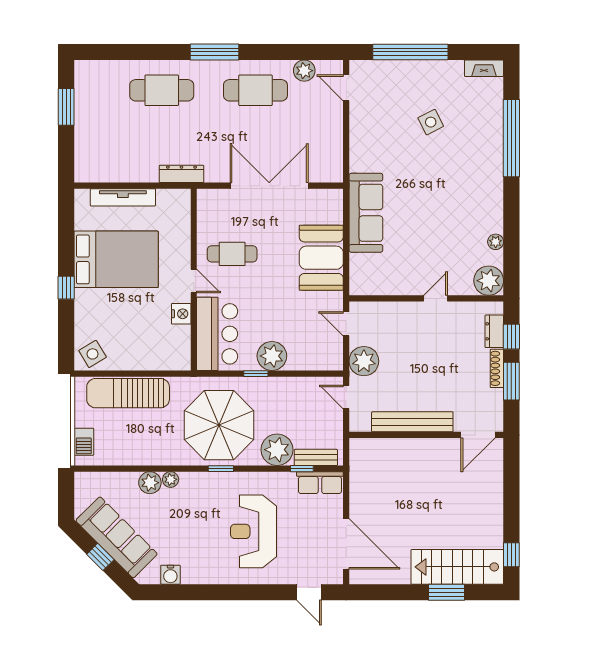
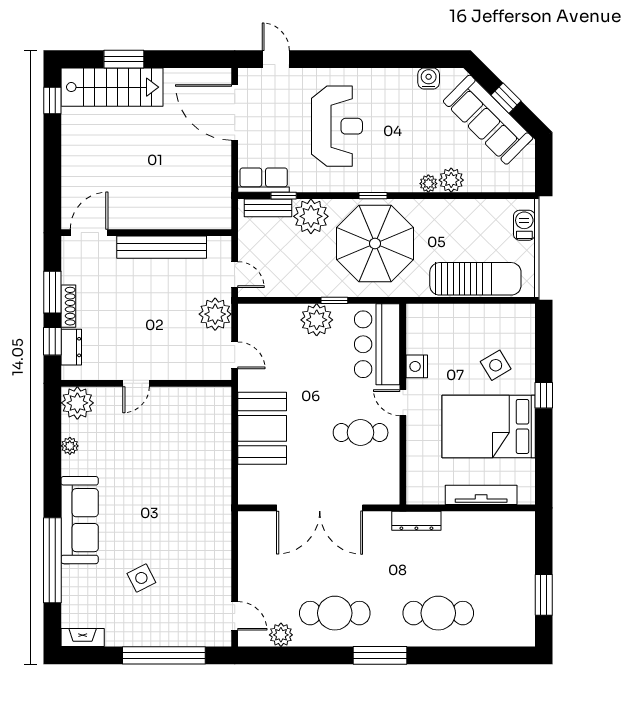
sofa: (366, 213) -> (80, 520), moved, turned 180
side table: (93, 354) -> (496, 365), moved

